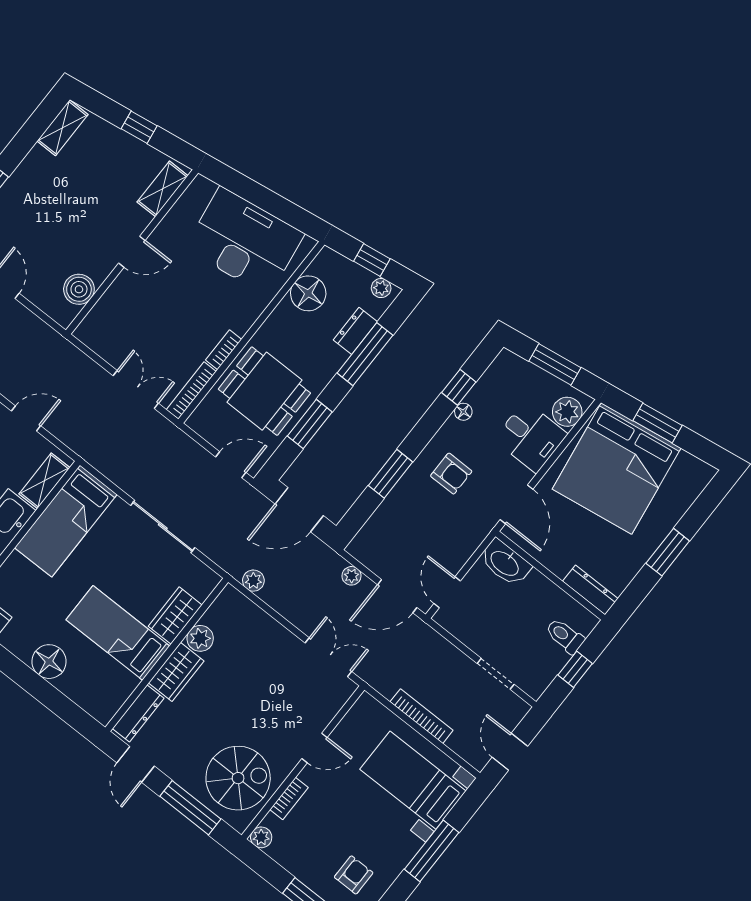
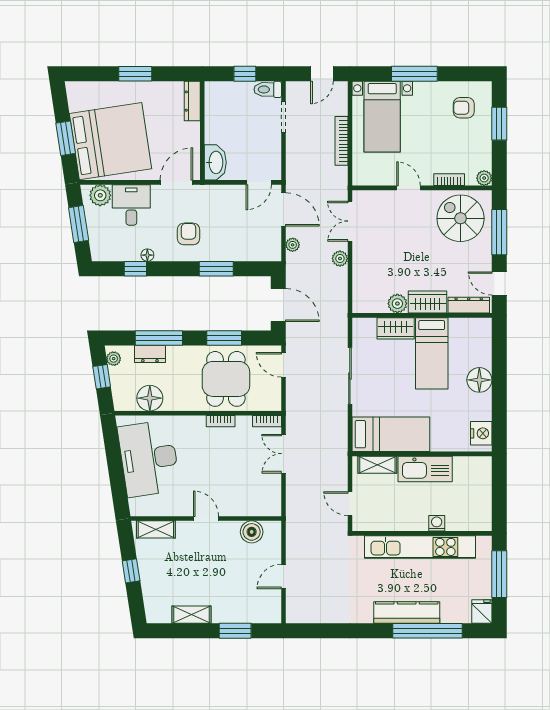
shelving: (63, 128) -> (191, 615), moved
bookcase: (191, 391) -> (267, 421), width x0.64
plant: (253, 581) -> (340, 259), moved
toilet: (565, 636) -> (268, 89), moved, turned 90
door: (136, 764) -> (499, 283), swing flipped

